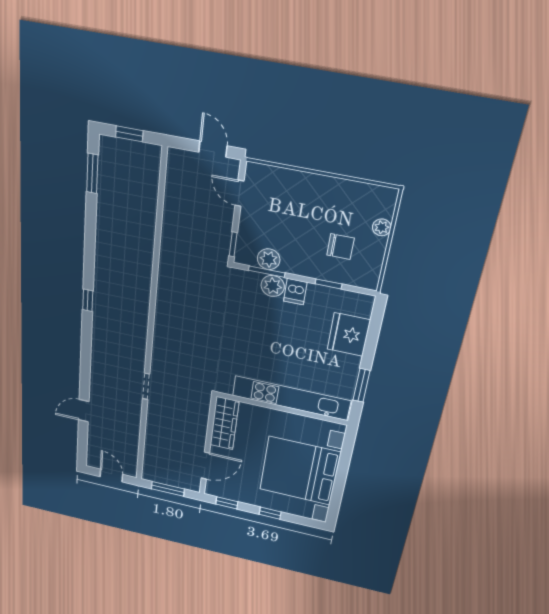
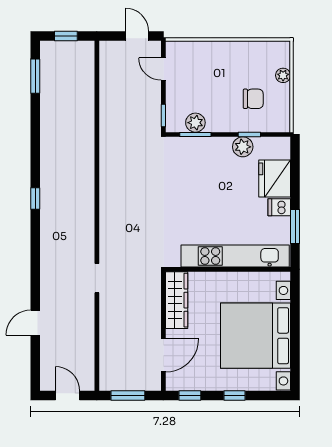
plant: (273, 286) -> (243, 147), moved
dishwasher: (295, 292) -> (279, 207), moved, turned 90

